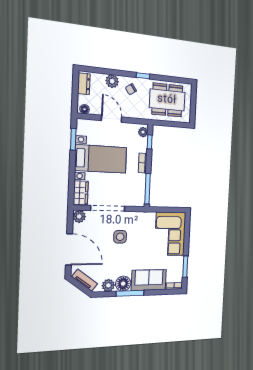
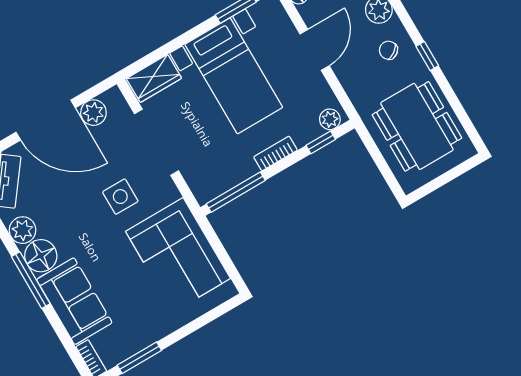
plant: (79, 216) -> (93, 113), moved
corner sofa: (170, 234) -> (178, 255), moved, turned -90
door: (69, 249) -> (46, 120), hinge flipped

